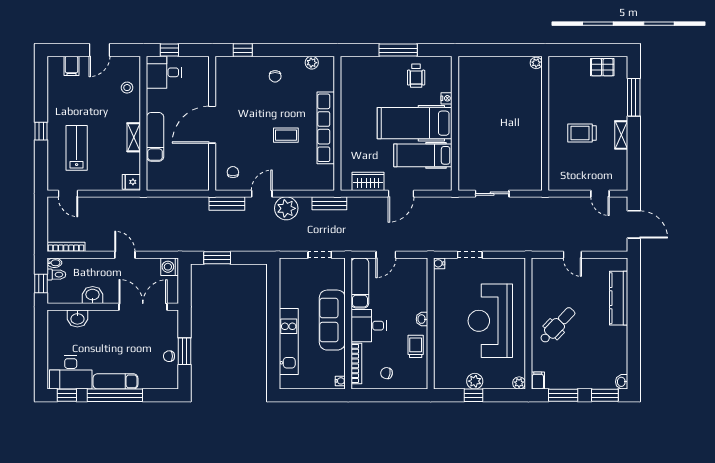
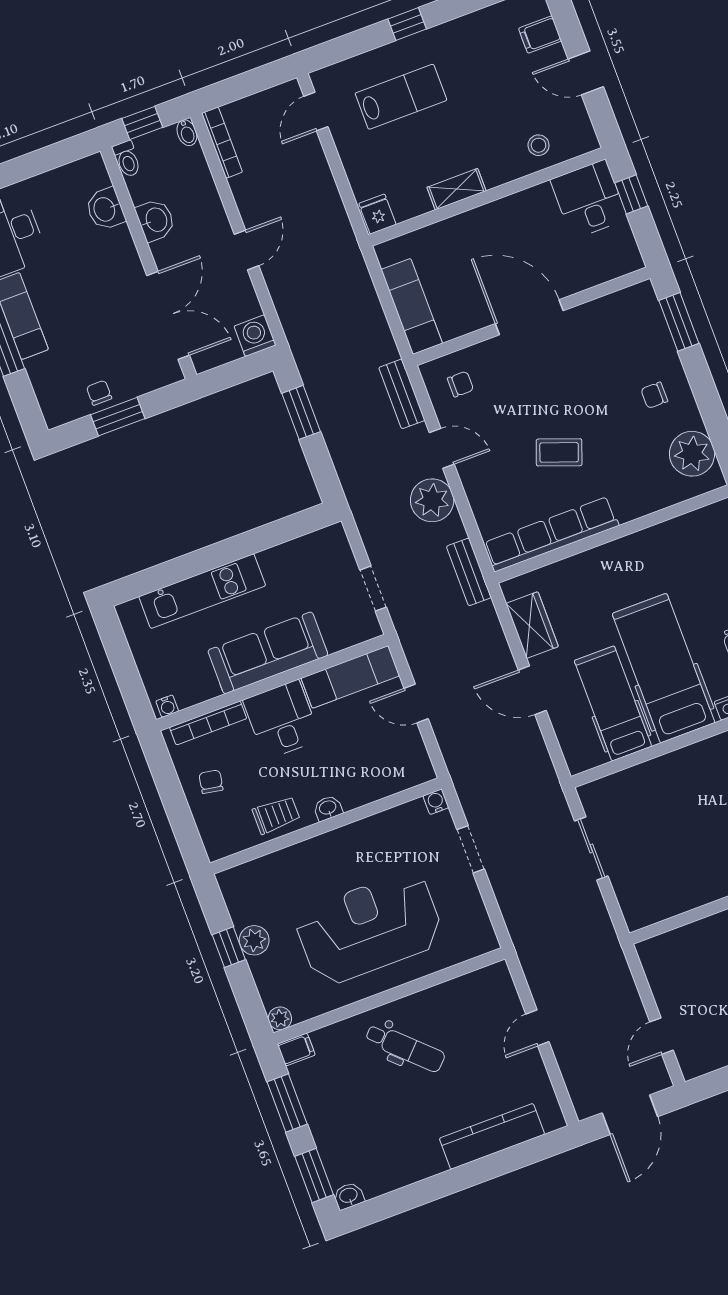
window: (243, 50) -> (679, 322), width x1.50
plant: (312, 63) -> (692, 454), width x1.88, depth x1.88
row of seats: (326, 128) -> (551, 534), moved
coffee table: (286, 135) -> (559, 452), turned -70
exam couch: (155, 137) -> (412, 306), moved, turned -90
toilet: (56, 275) -> (127, 159), moved

